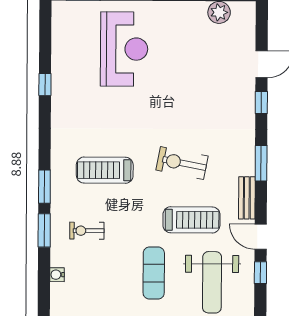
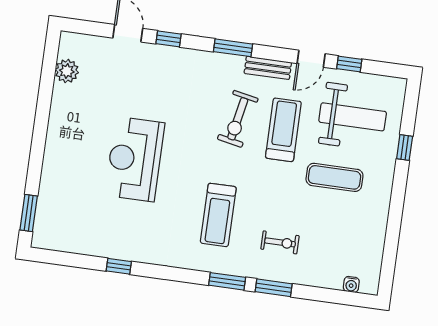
reception desk: (124, 49) -> (135, 159), moved, turned -90
exercise bike: (182, 163) -> (238, 119), moved
exercise bike: (87, 231) -> (280, 242), turned -90
water cooler: (57, 275) -> (351, 284), moved

